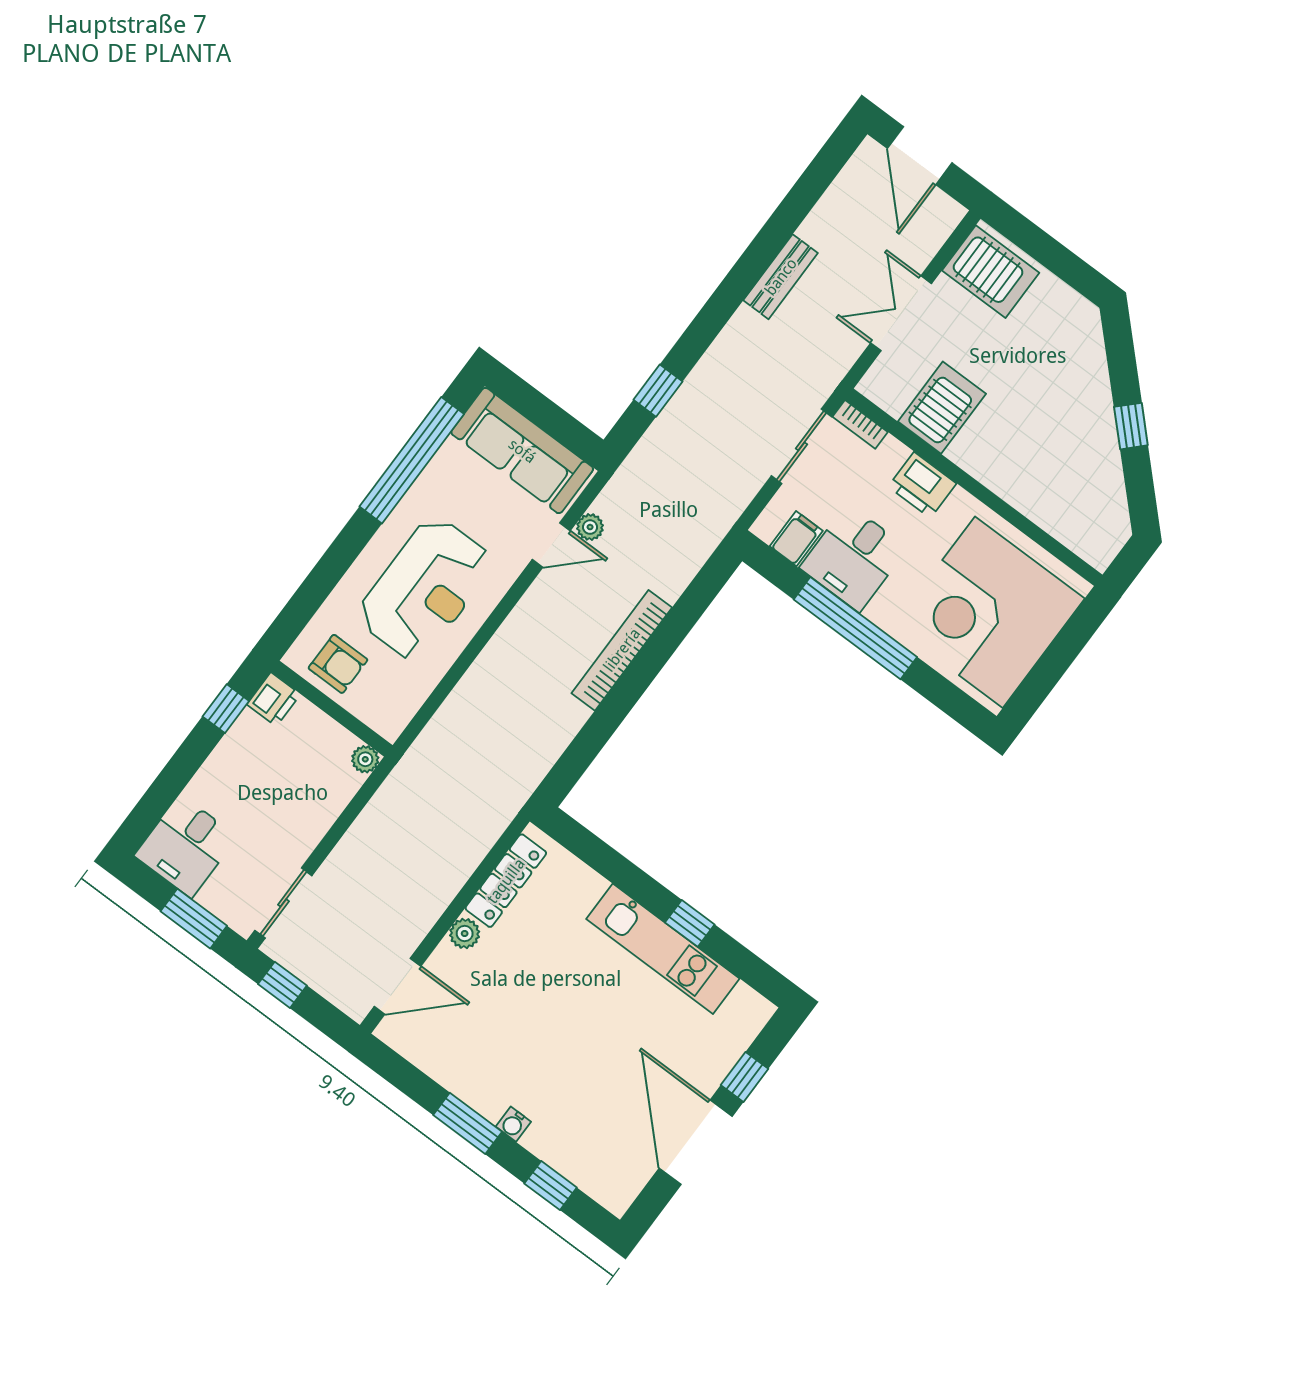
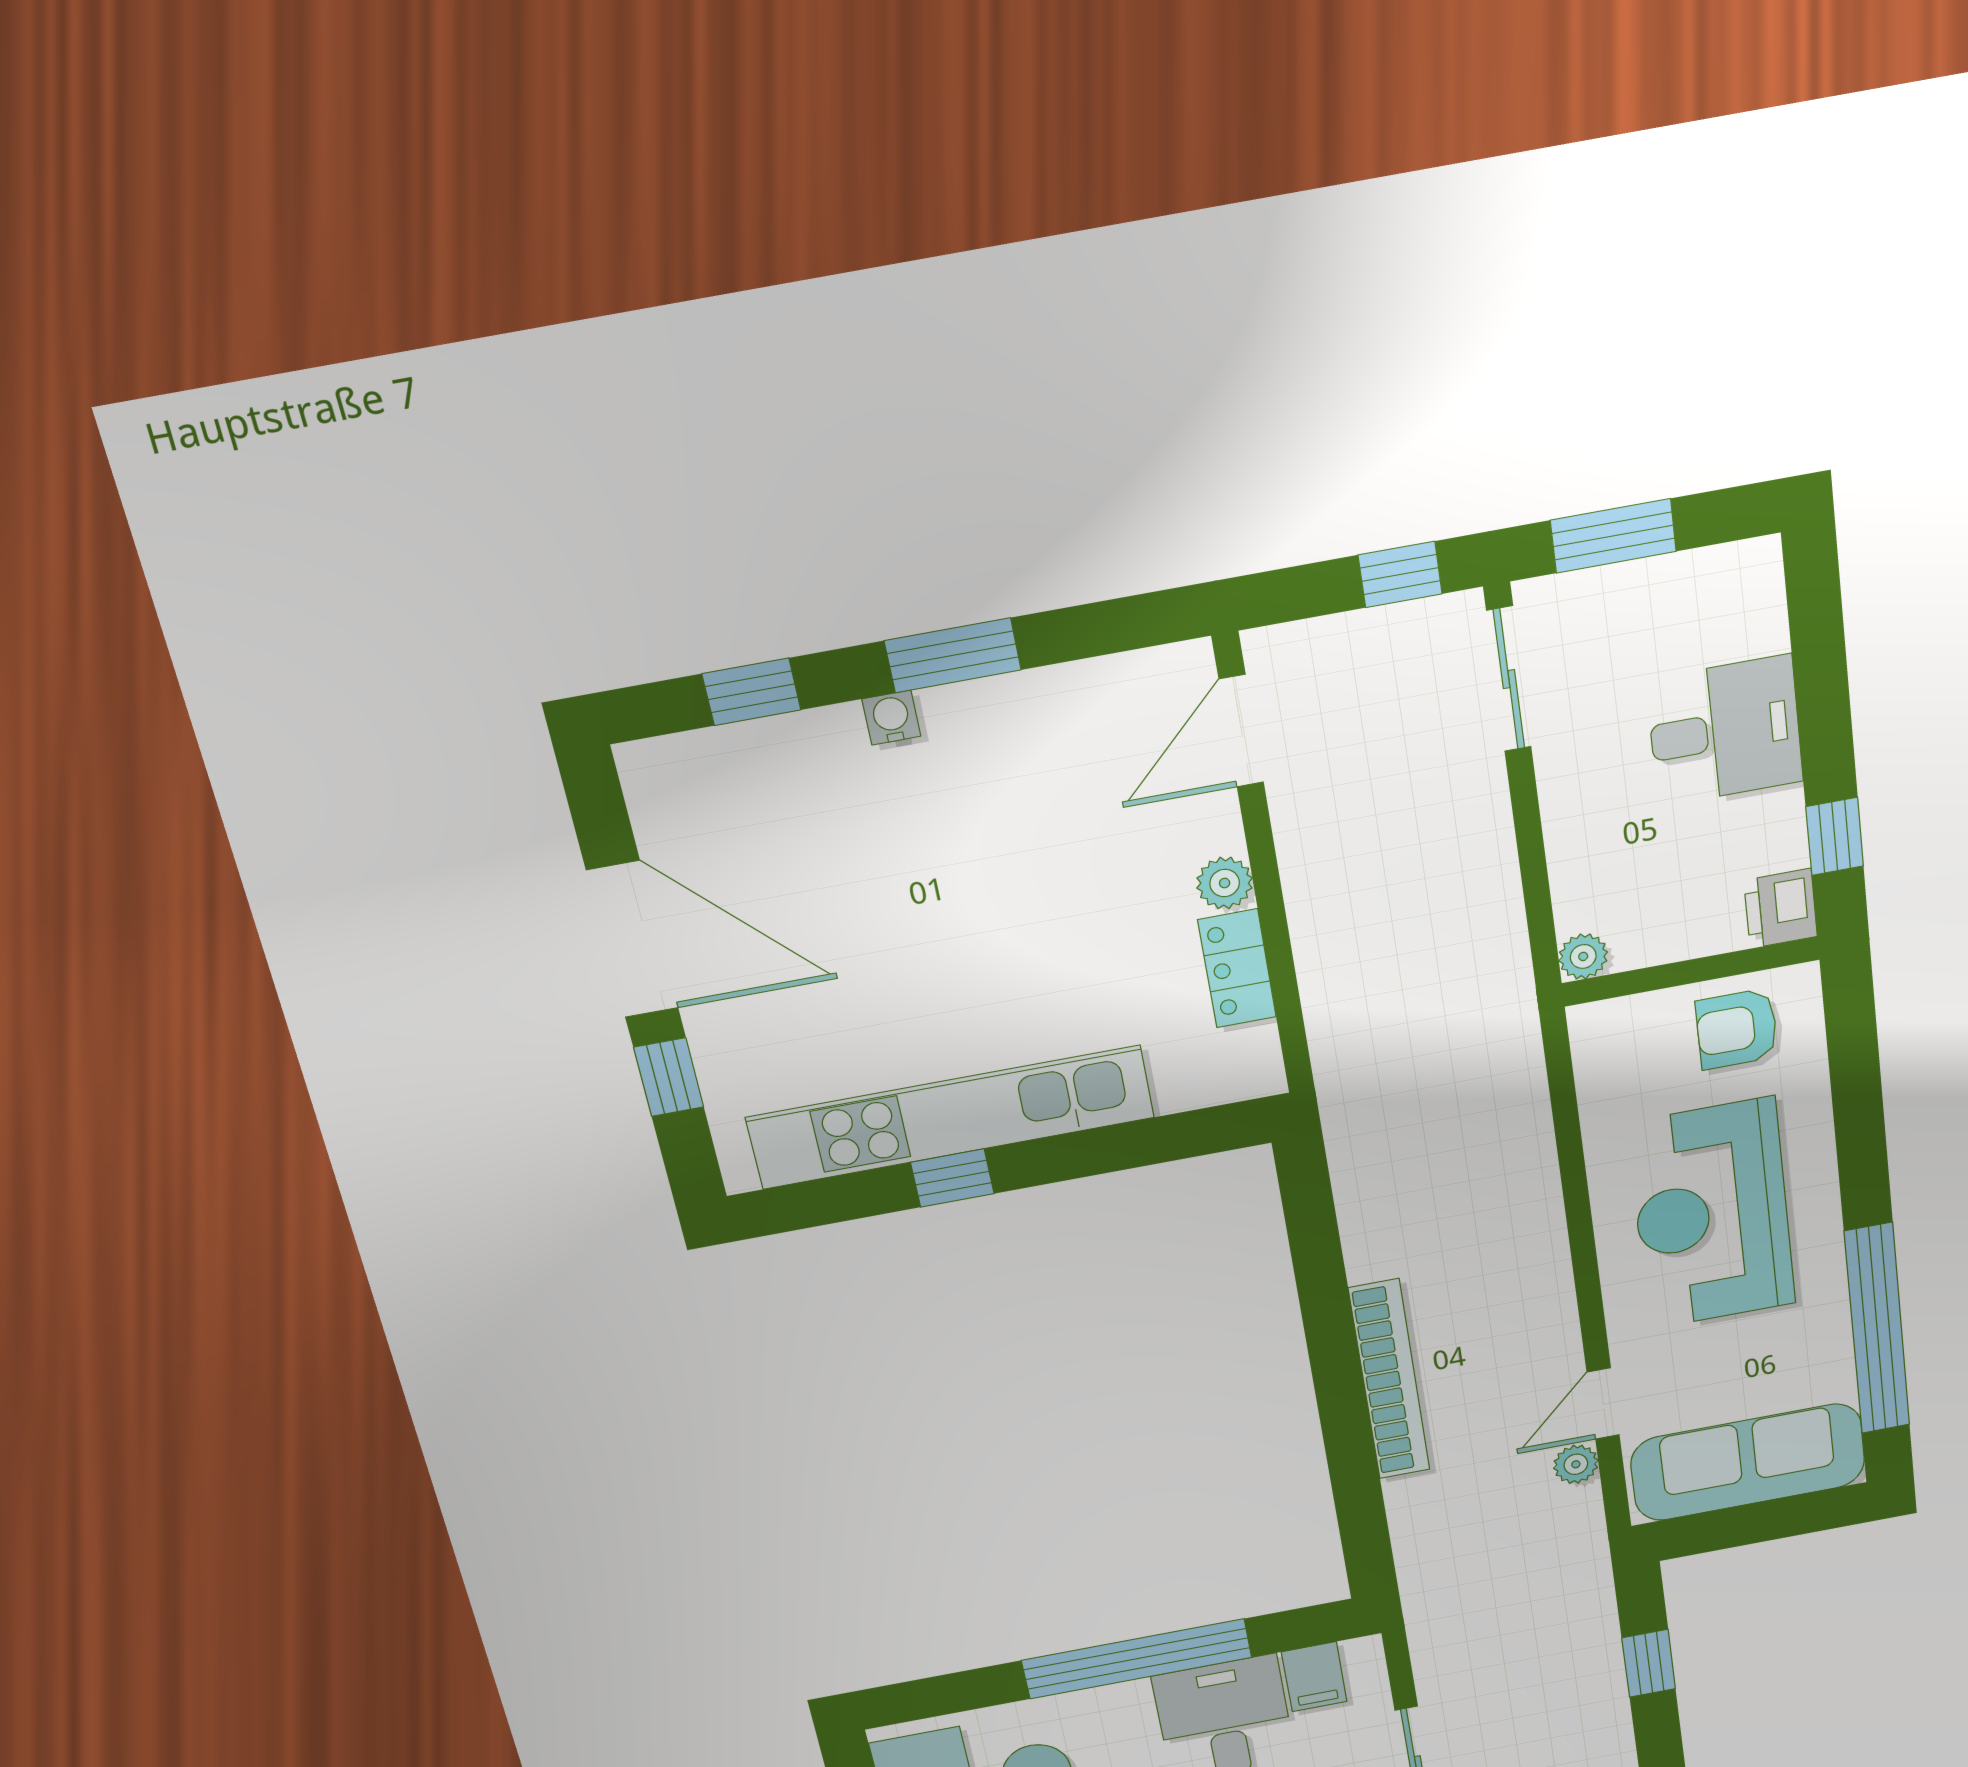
desk: (186, 846) -> (1725, 731), moved, turned 90
locker: (506, 881) -> (1237, 968), width x0.66
kitchen unit: (663, 949) -> (951, 1117), width x1.36

